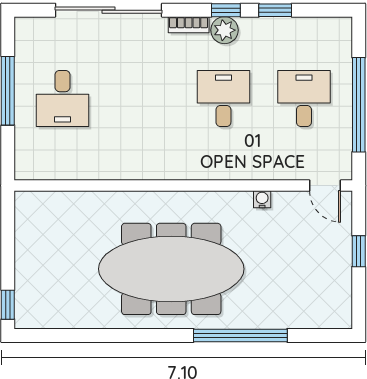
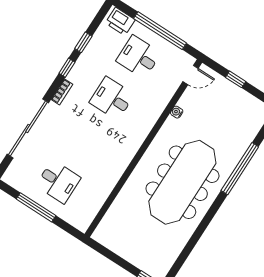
plant: (224, 30) -> (77, 75), removed
printer: (336, 42) -> (120, 21), added

